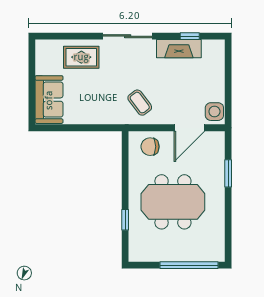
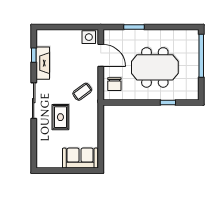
rug: (81, 57) -> (60, 117), moved
meeting table: (173, 202) -> (155, 67), turned 90

